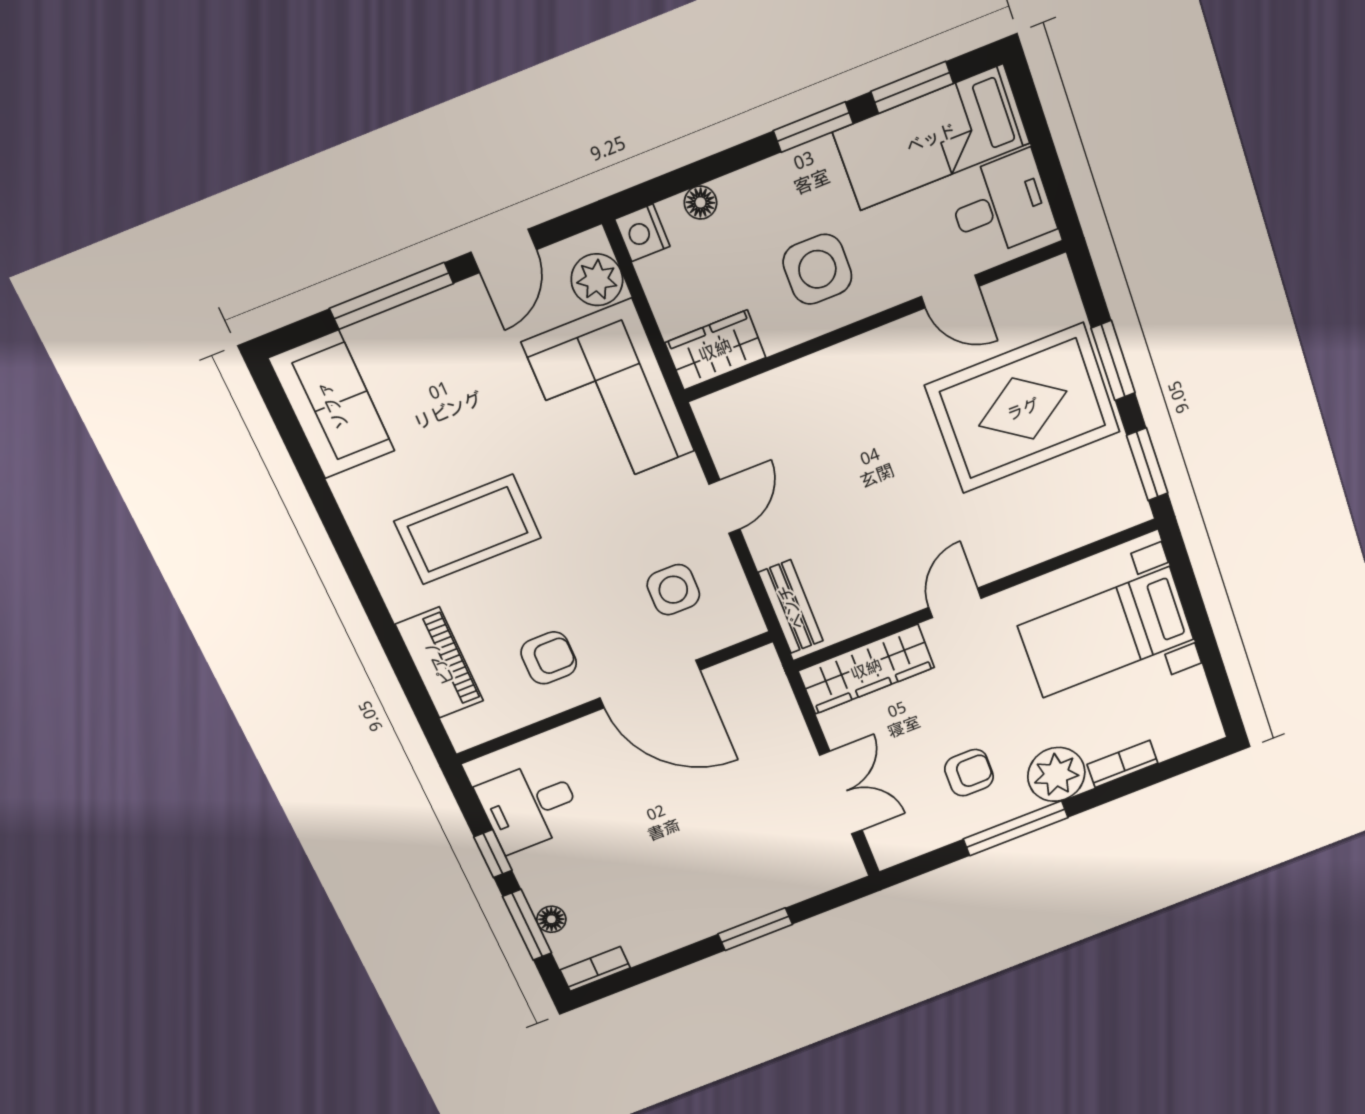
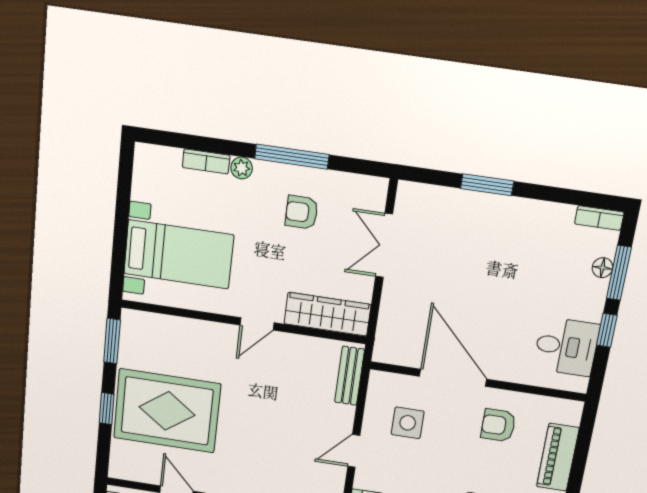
window: (1113, 361) -> (107, 409), width x0.67
plant: (1056, 774) -> (242, 168), width x0.53, depth x0.53

